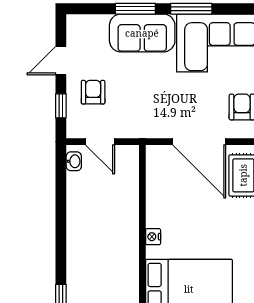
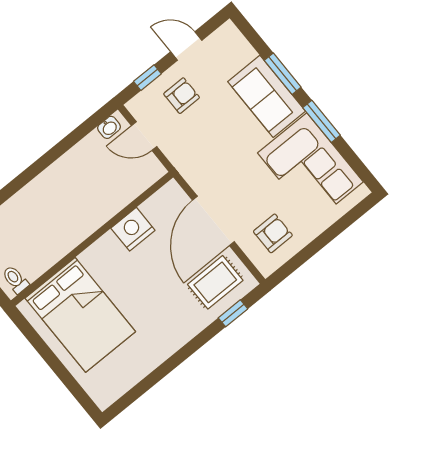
door: (100, 142) -> (144, 136), hinge flipped
nightstand: (153, 237) -> (133, 229), moved, width x1.89, depth x1.79

